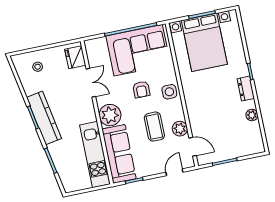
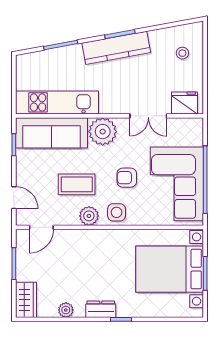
plant: (180, 129) -> (89, 216), moved
wardrobe: (250, 147) -> (26, 300), added

